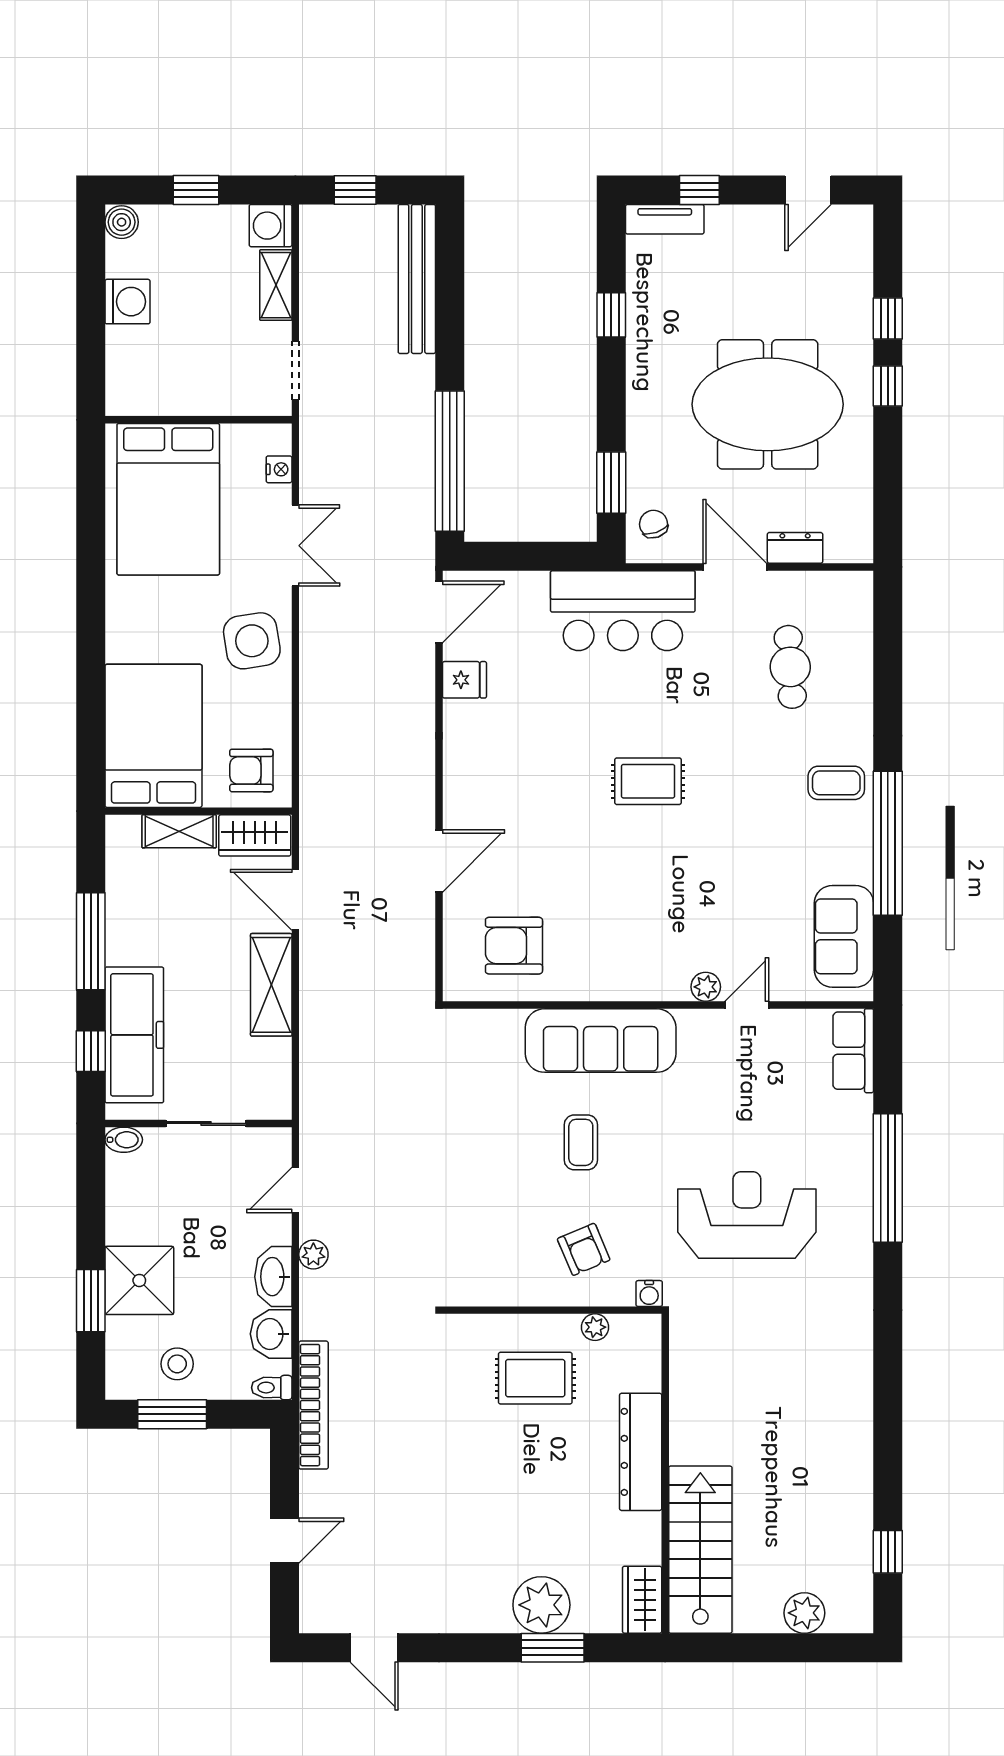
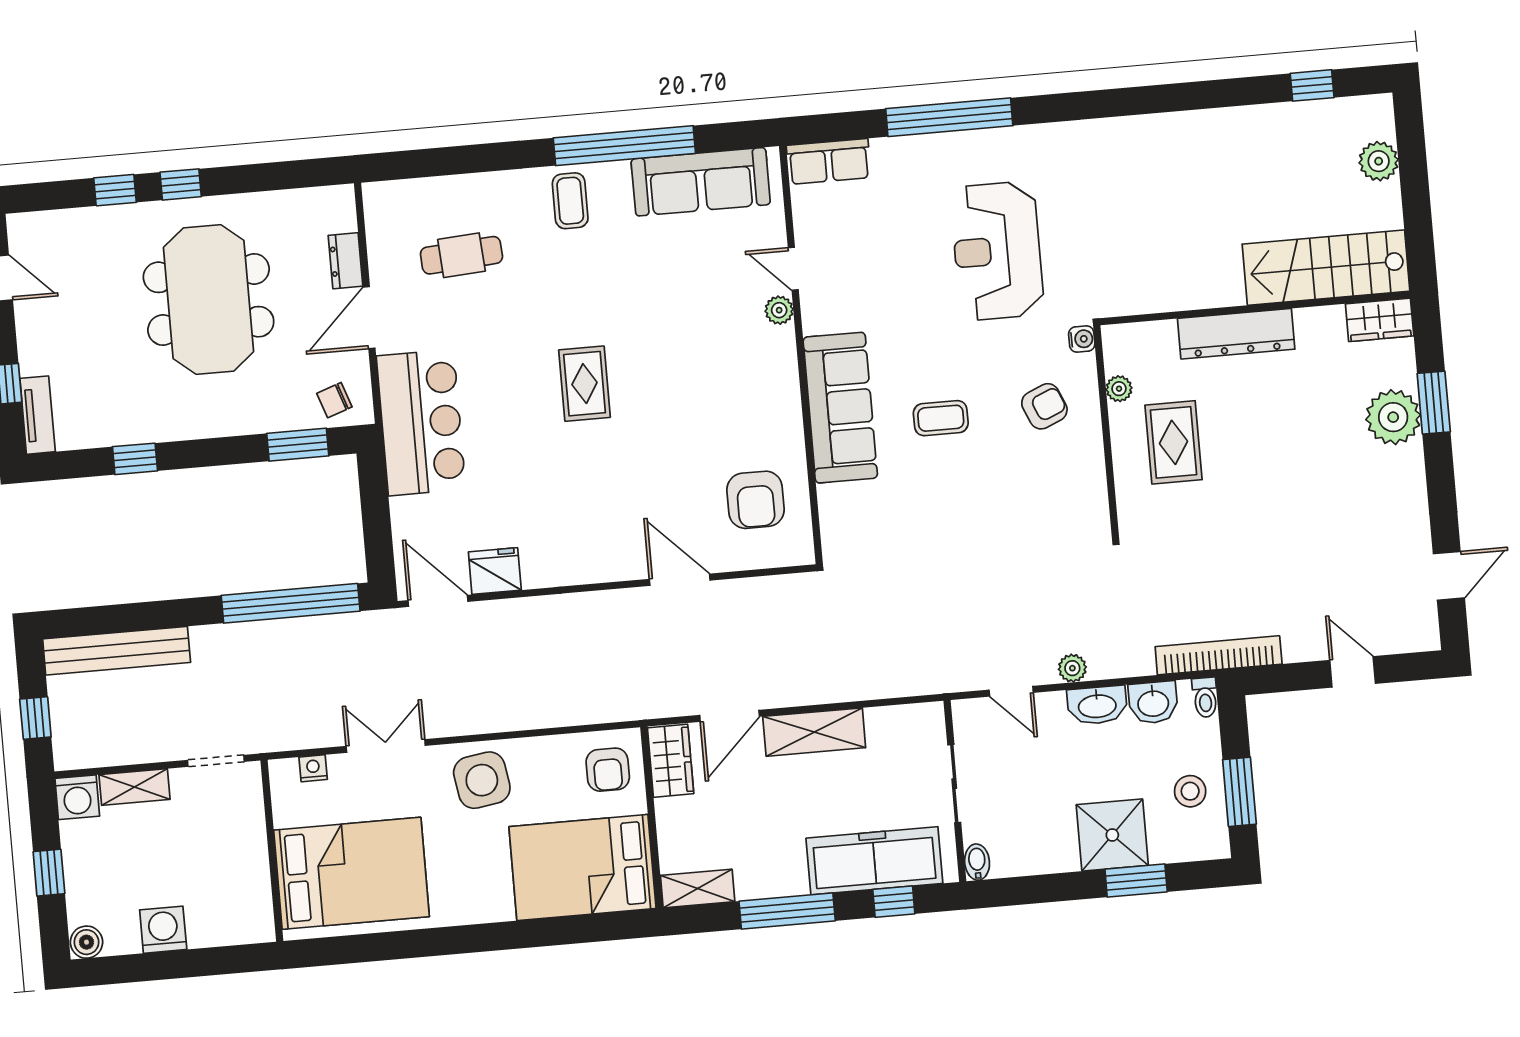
fridge: (464, 680) -> (495, 571), width x1.38
shelving: (179, 831) -> (698, 888), moved, turned 90
sofa: (844, 936) -> (701, 182), width x1.36

